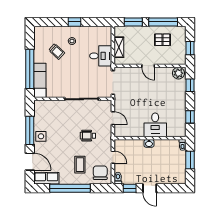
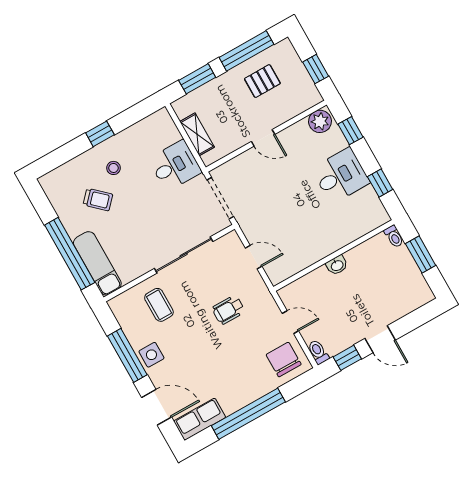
desk: (155, 125) -> (341, 176), moved, turned -90
coffee table: (80, 165) -> (159, 305), moved

